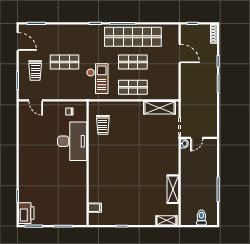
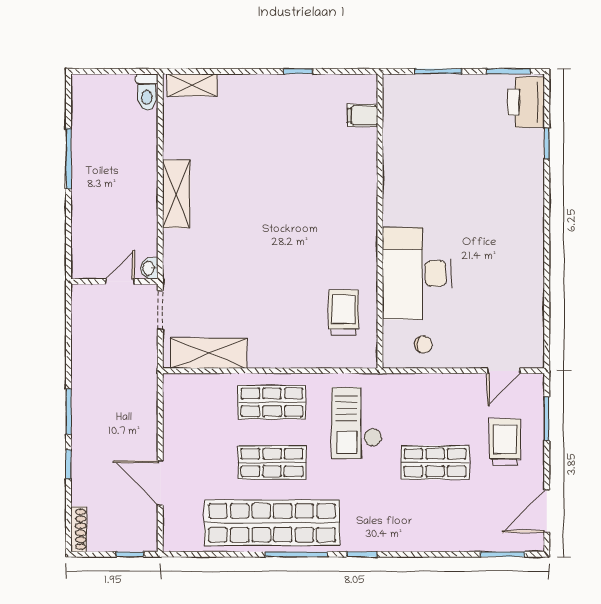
door: (18, 42) -> (547, 511), hinge flipped
door: (36, 100) -> (504, 371), swing flipped
shelving: (173, 189) -> (176, 194), moved
toilet: (201, 217) -> (147, 92), moved

